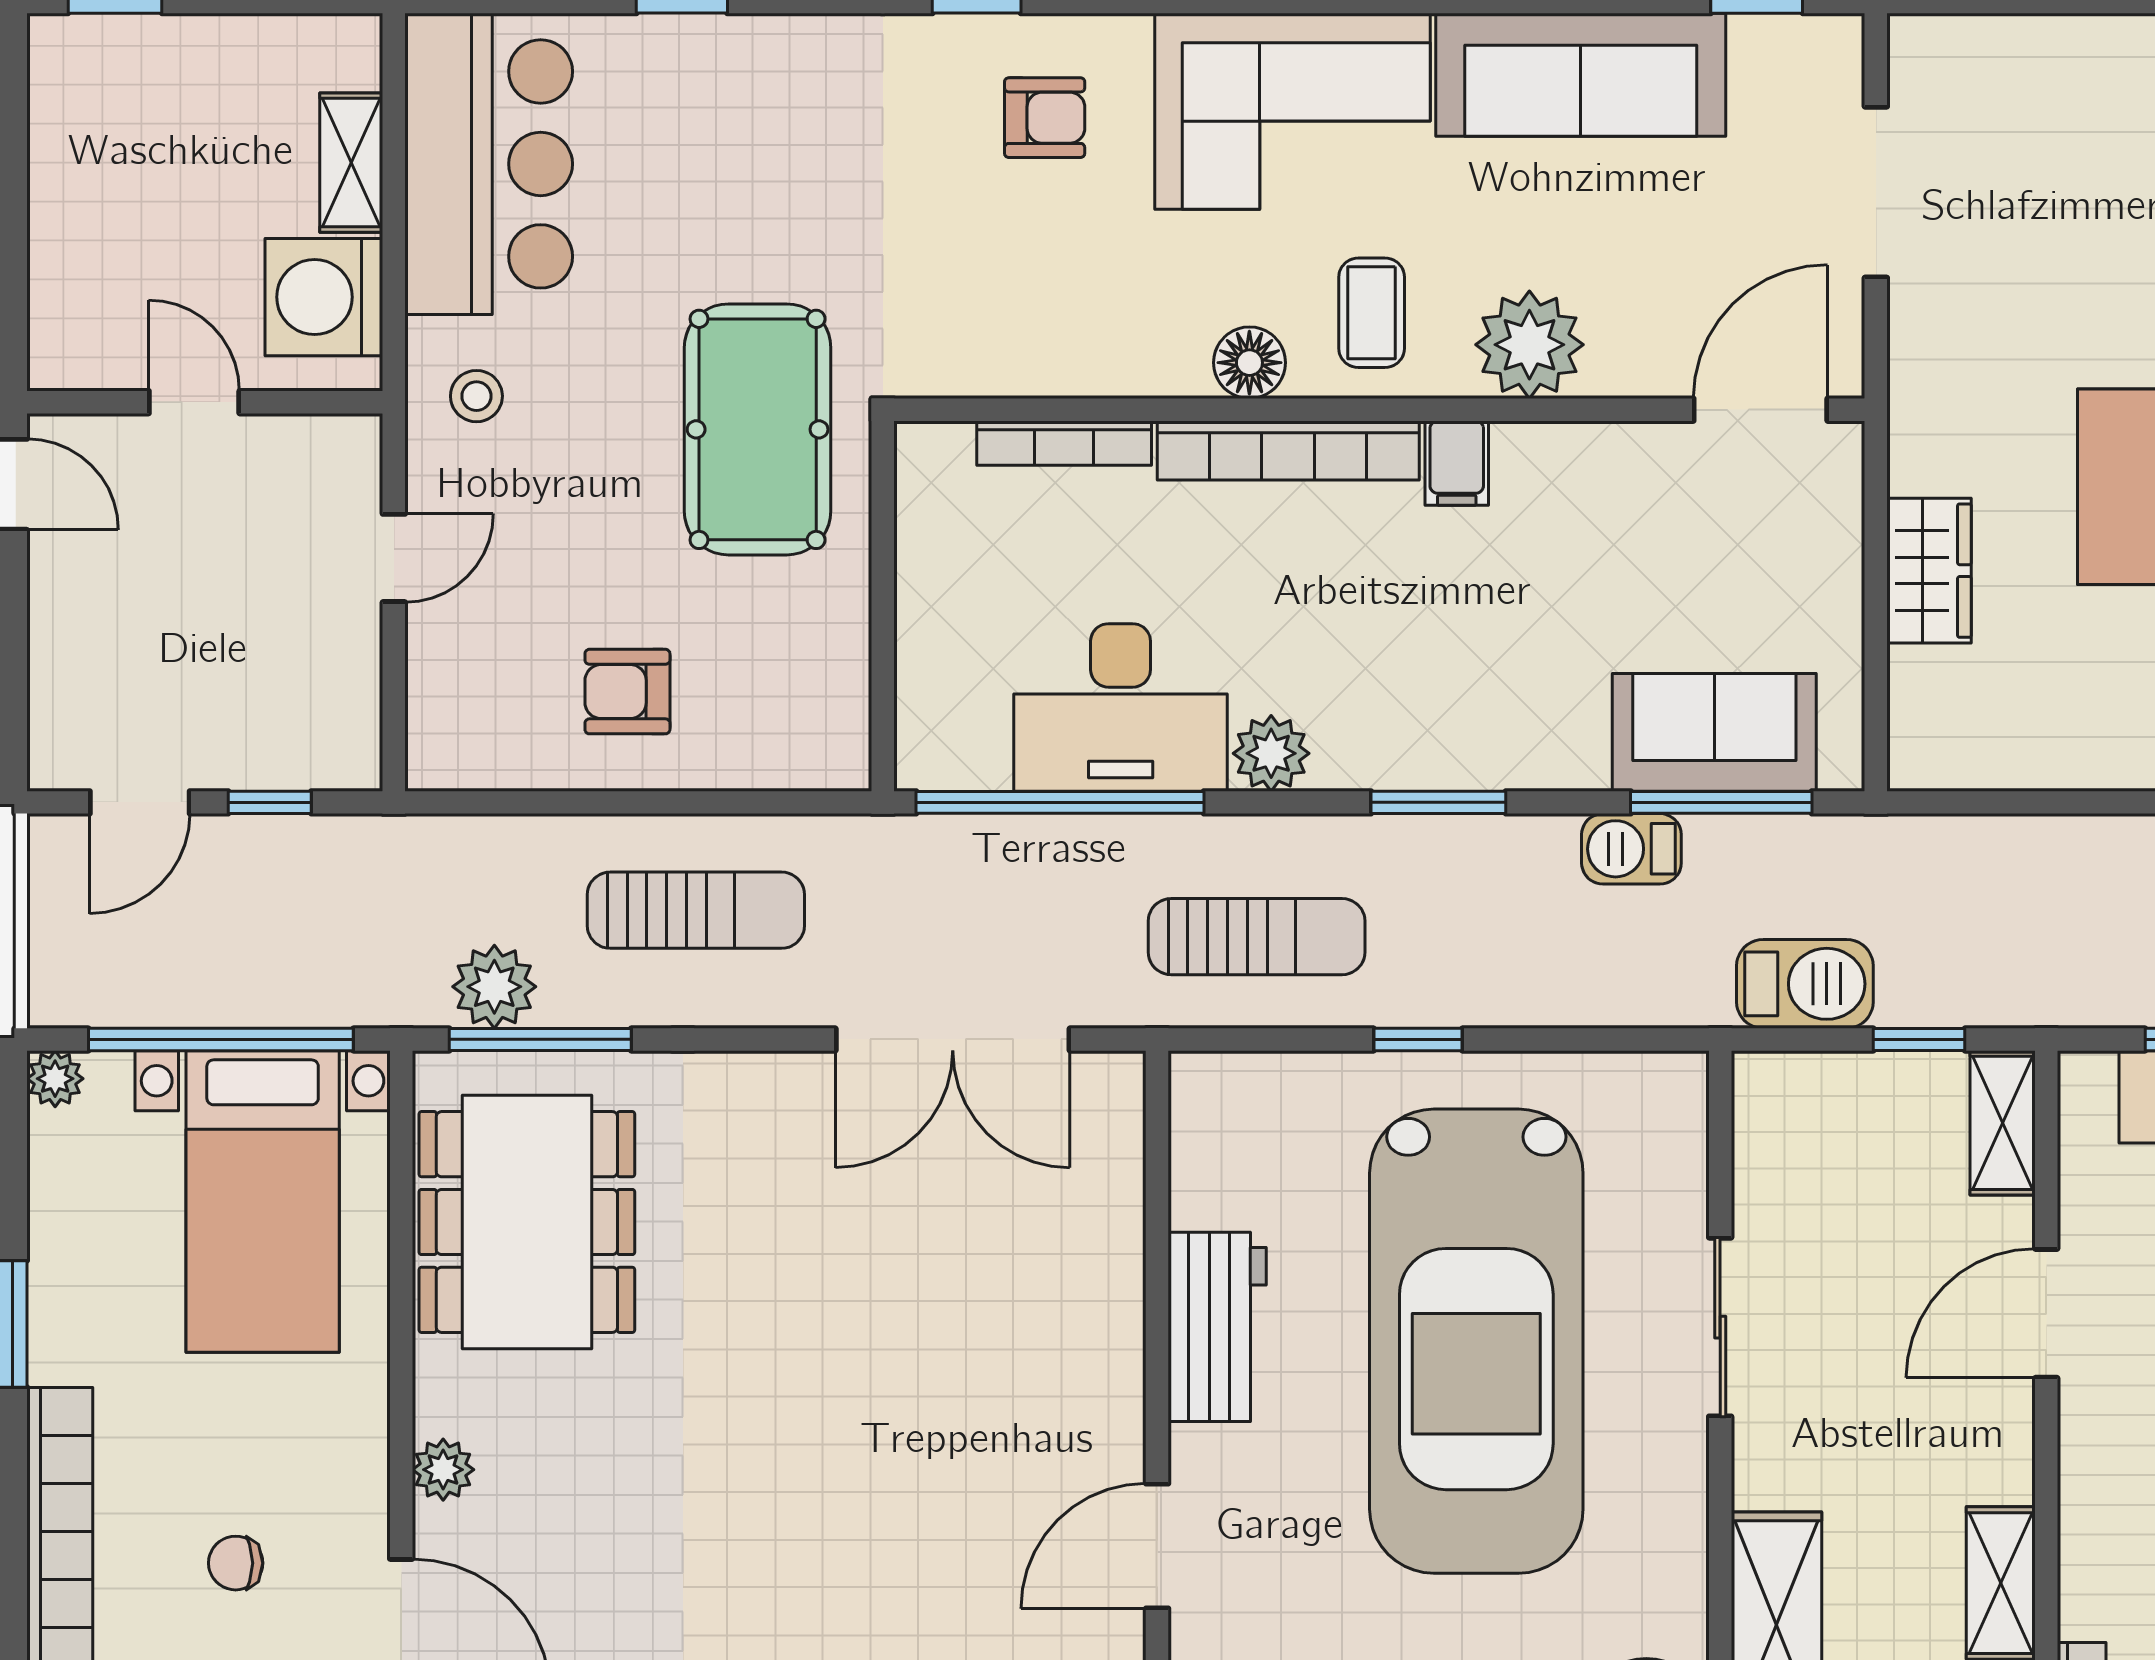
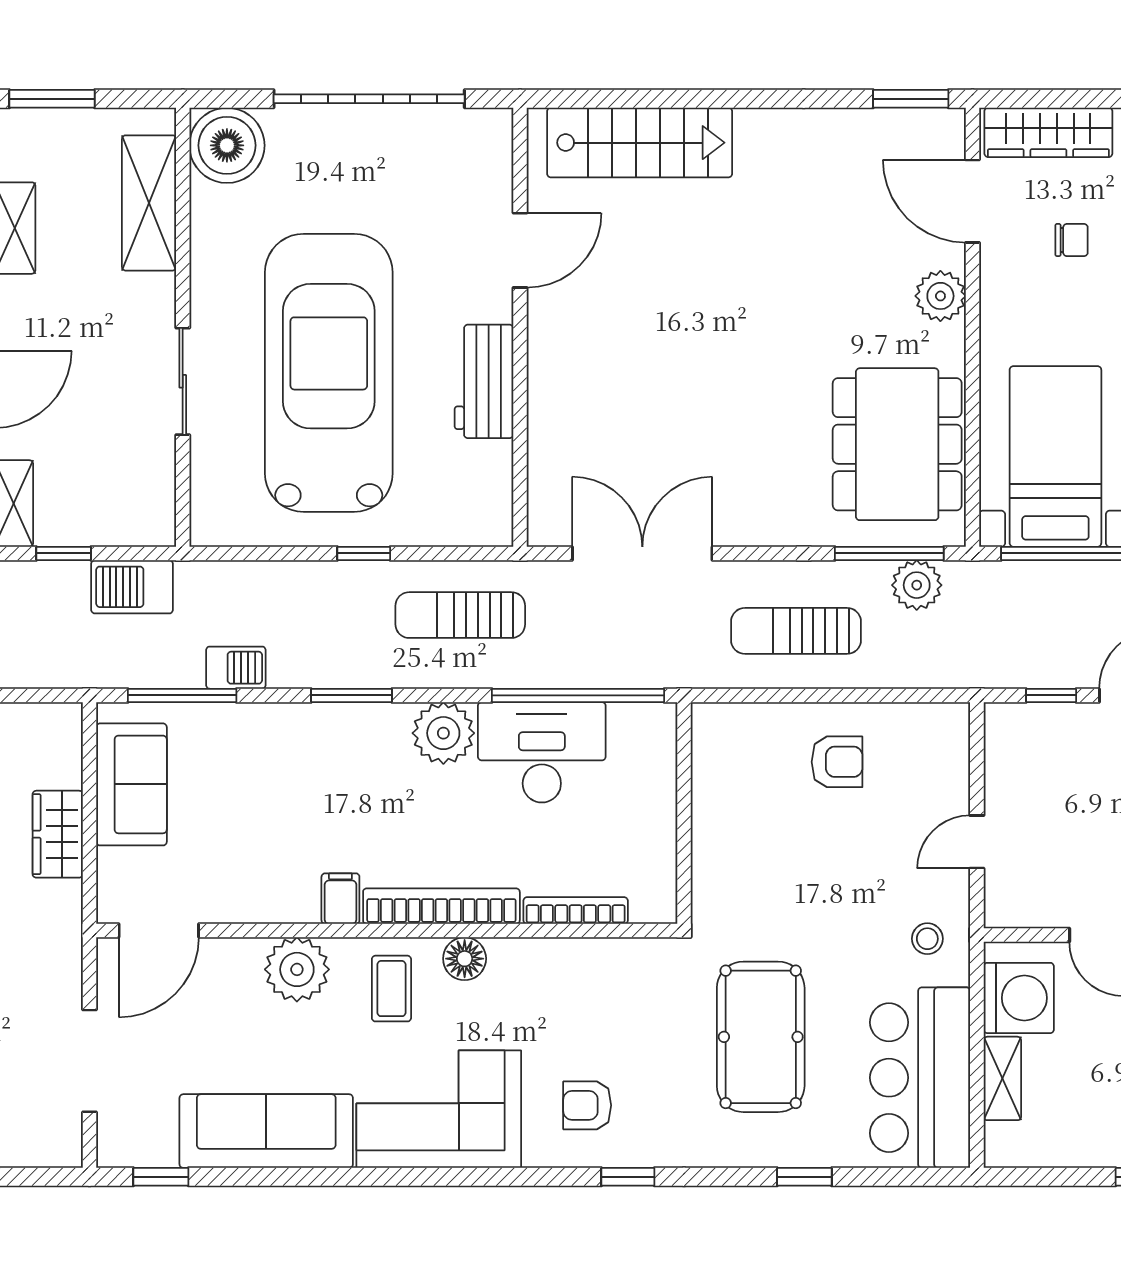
pool table: (758, 429) -> (761, 1037), moved
sofa: (1714, 732) -> (132, 784), moved, turned -90
plant: (1271, 753) -> (443, 733), width x1.36, depth x1.36
plant: (443, 1470) -> (940, 296), width x1.38, depth x1.38

